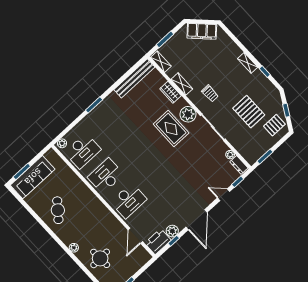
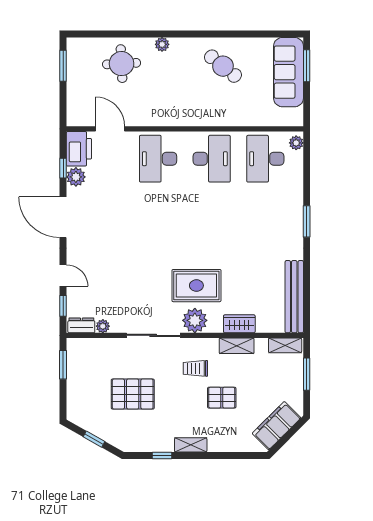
pallet: (274, 125) -> (222, 398), moved, turned 90
door: (224, 195) -> (63, 275), hinge flipped

